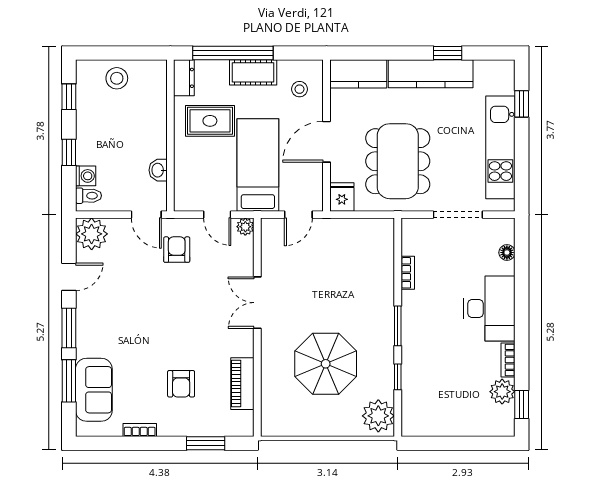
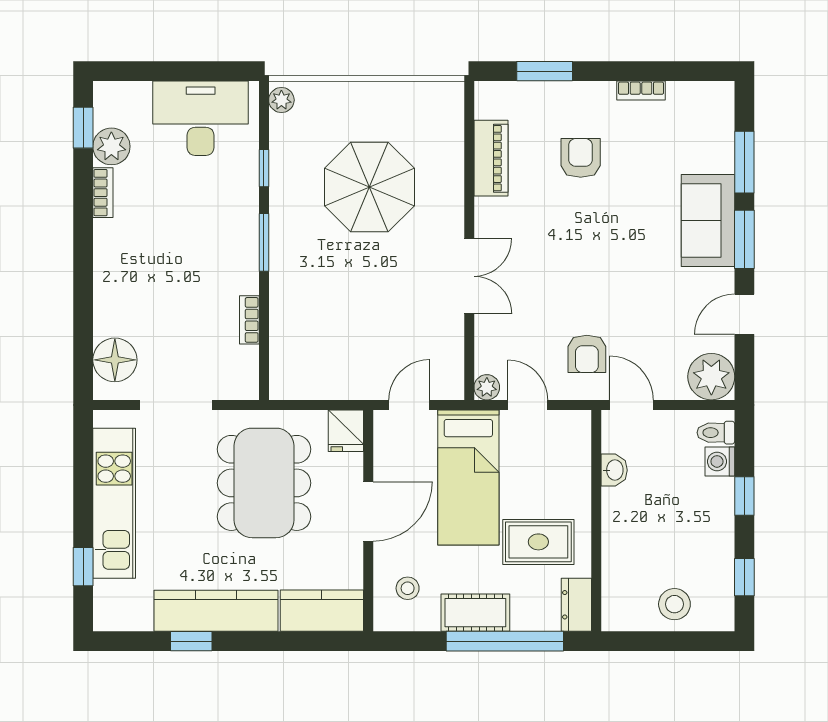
floor lamp: (507, 253) -> (115, 360), width x1.89, depth x1.89
desk: (489, 309) -> (201, 118), moved, turned 90
sofa: (94, 390) -> (708, 221), moved
plant: (378, 416) -> (281, 100), width x0.53, depth x0.53

